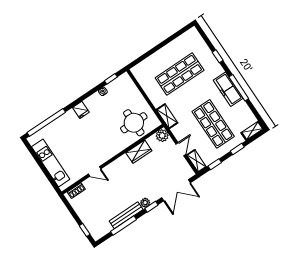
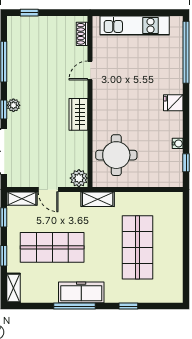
wardrobe: (139, 152) -> (78, 114), moved
bench: (126, 215) -> (14, 73), removed

